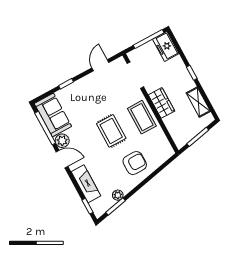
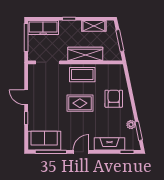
freezer: (166, 46) -> (43, 28), width x1.40
door: (100, 65) -> (26, 97), moved
wardrobe: (162, 103) -> (85, 54), width x1.50
plant: (62, 141) -> (67, 144), removed

